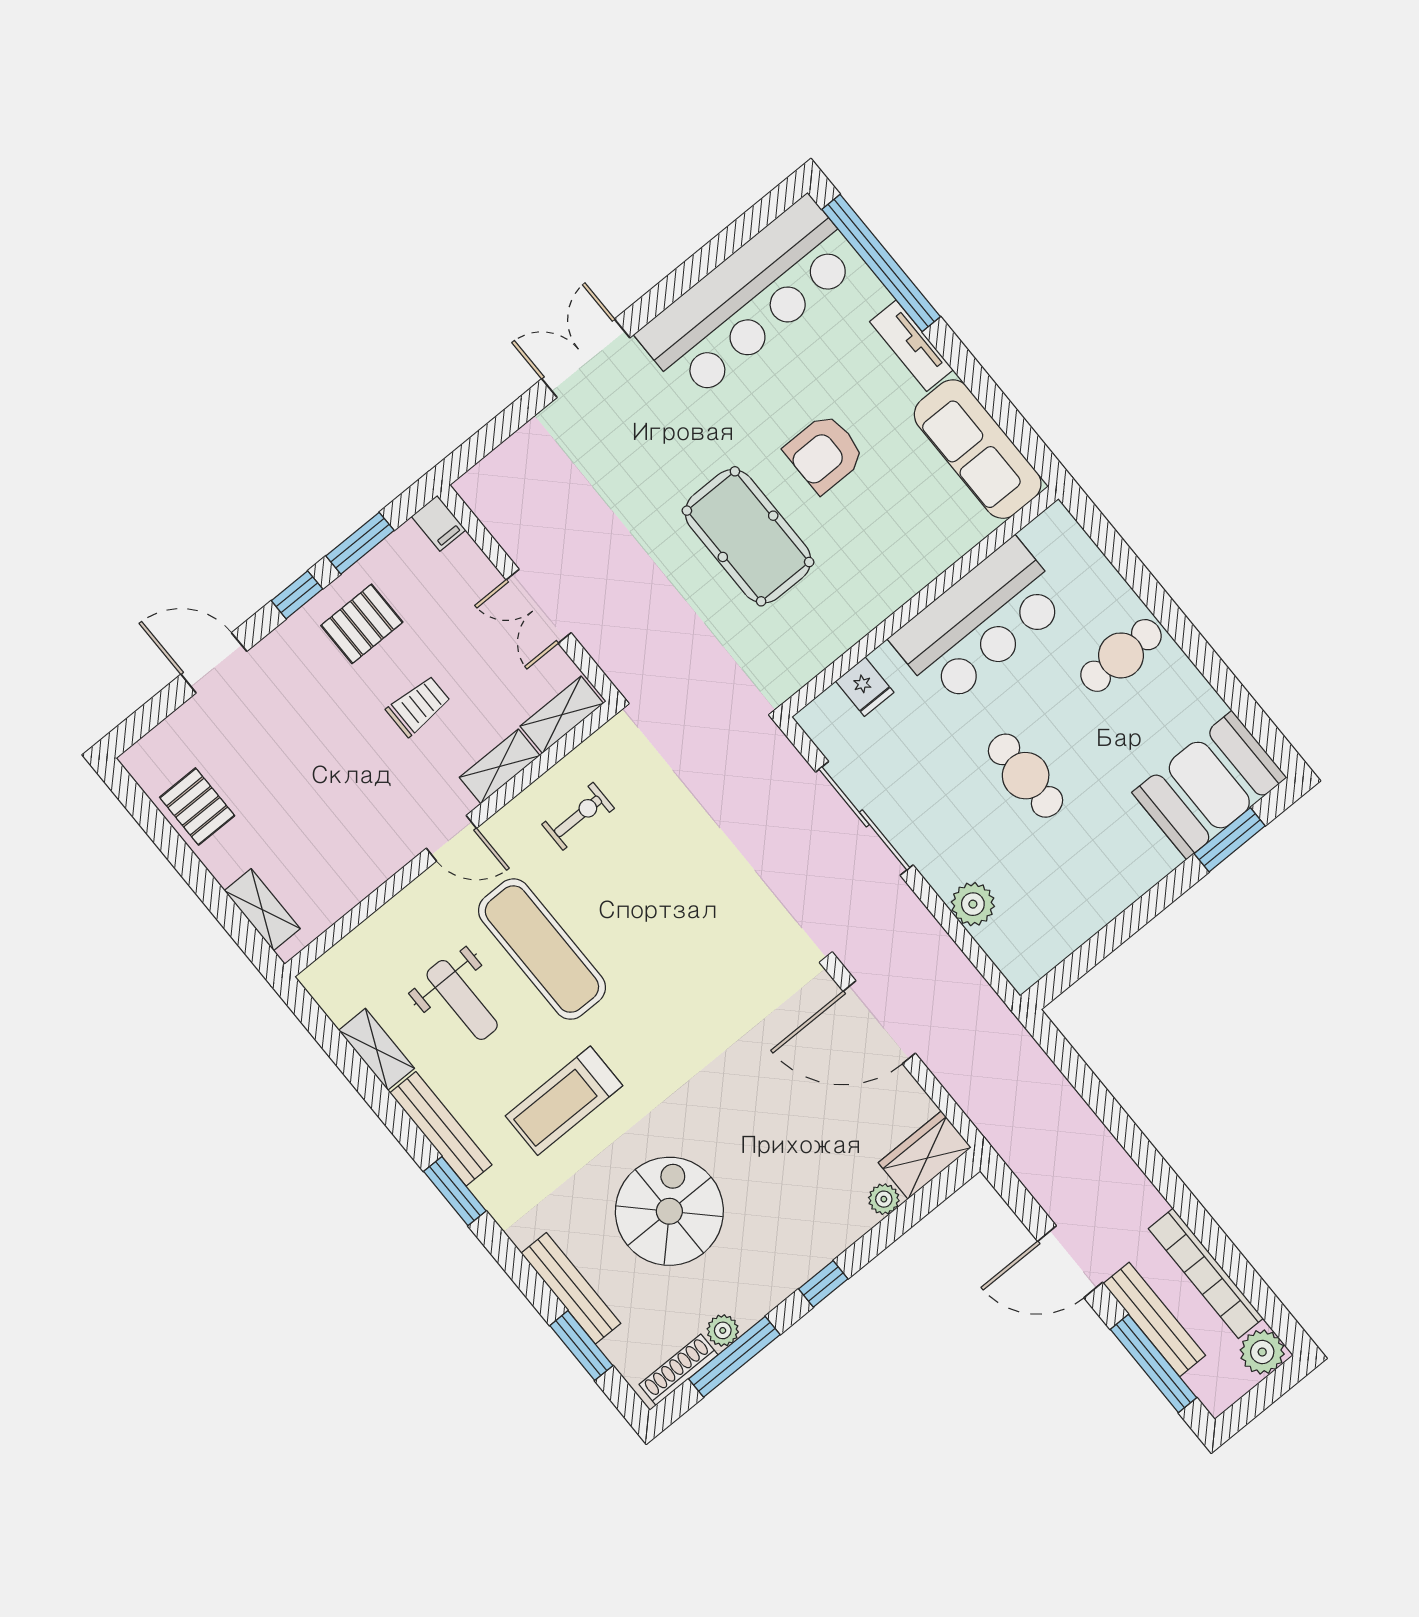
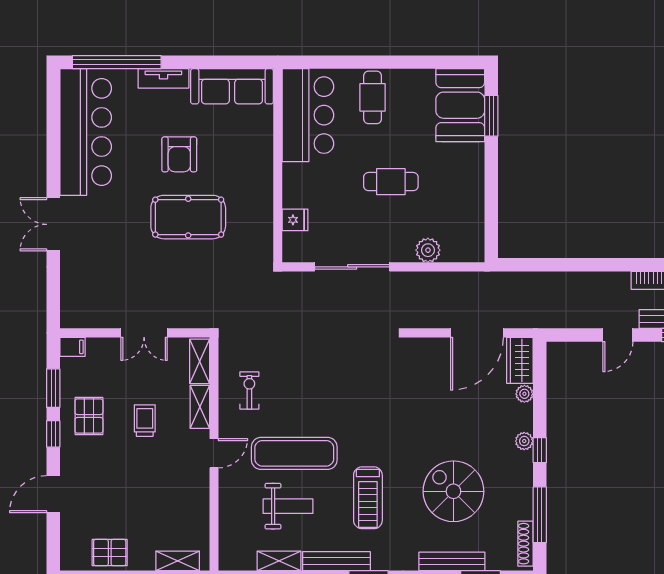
bar counter: (980, 622) -> (308, 115), moved
door: (879, 1022) -> (477, 333), moved
door: (1070, 1262) -> (618, 335), width x0.73
plant: (723, 1330) -> (524, 441), moved

